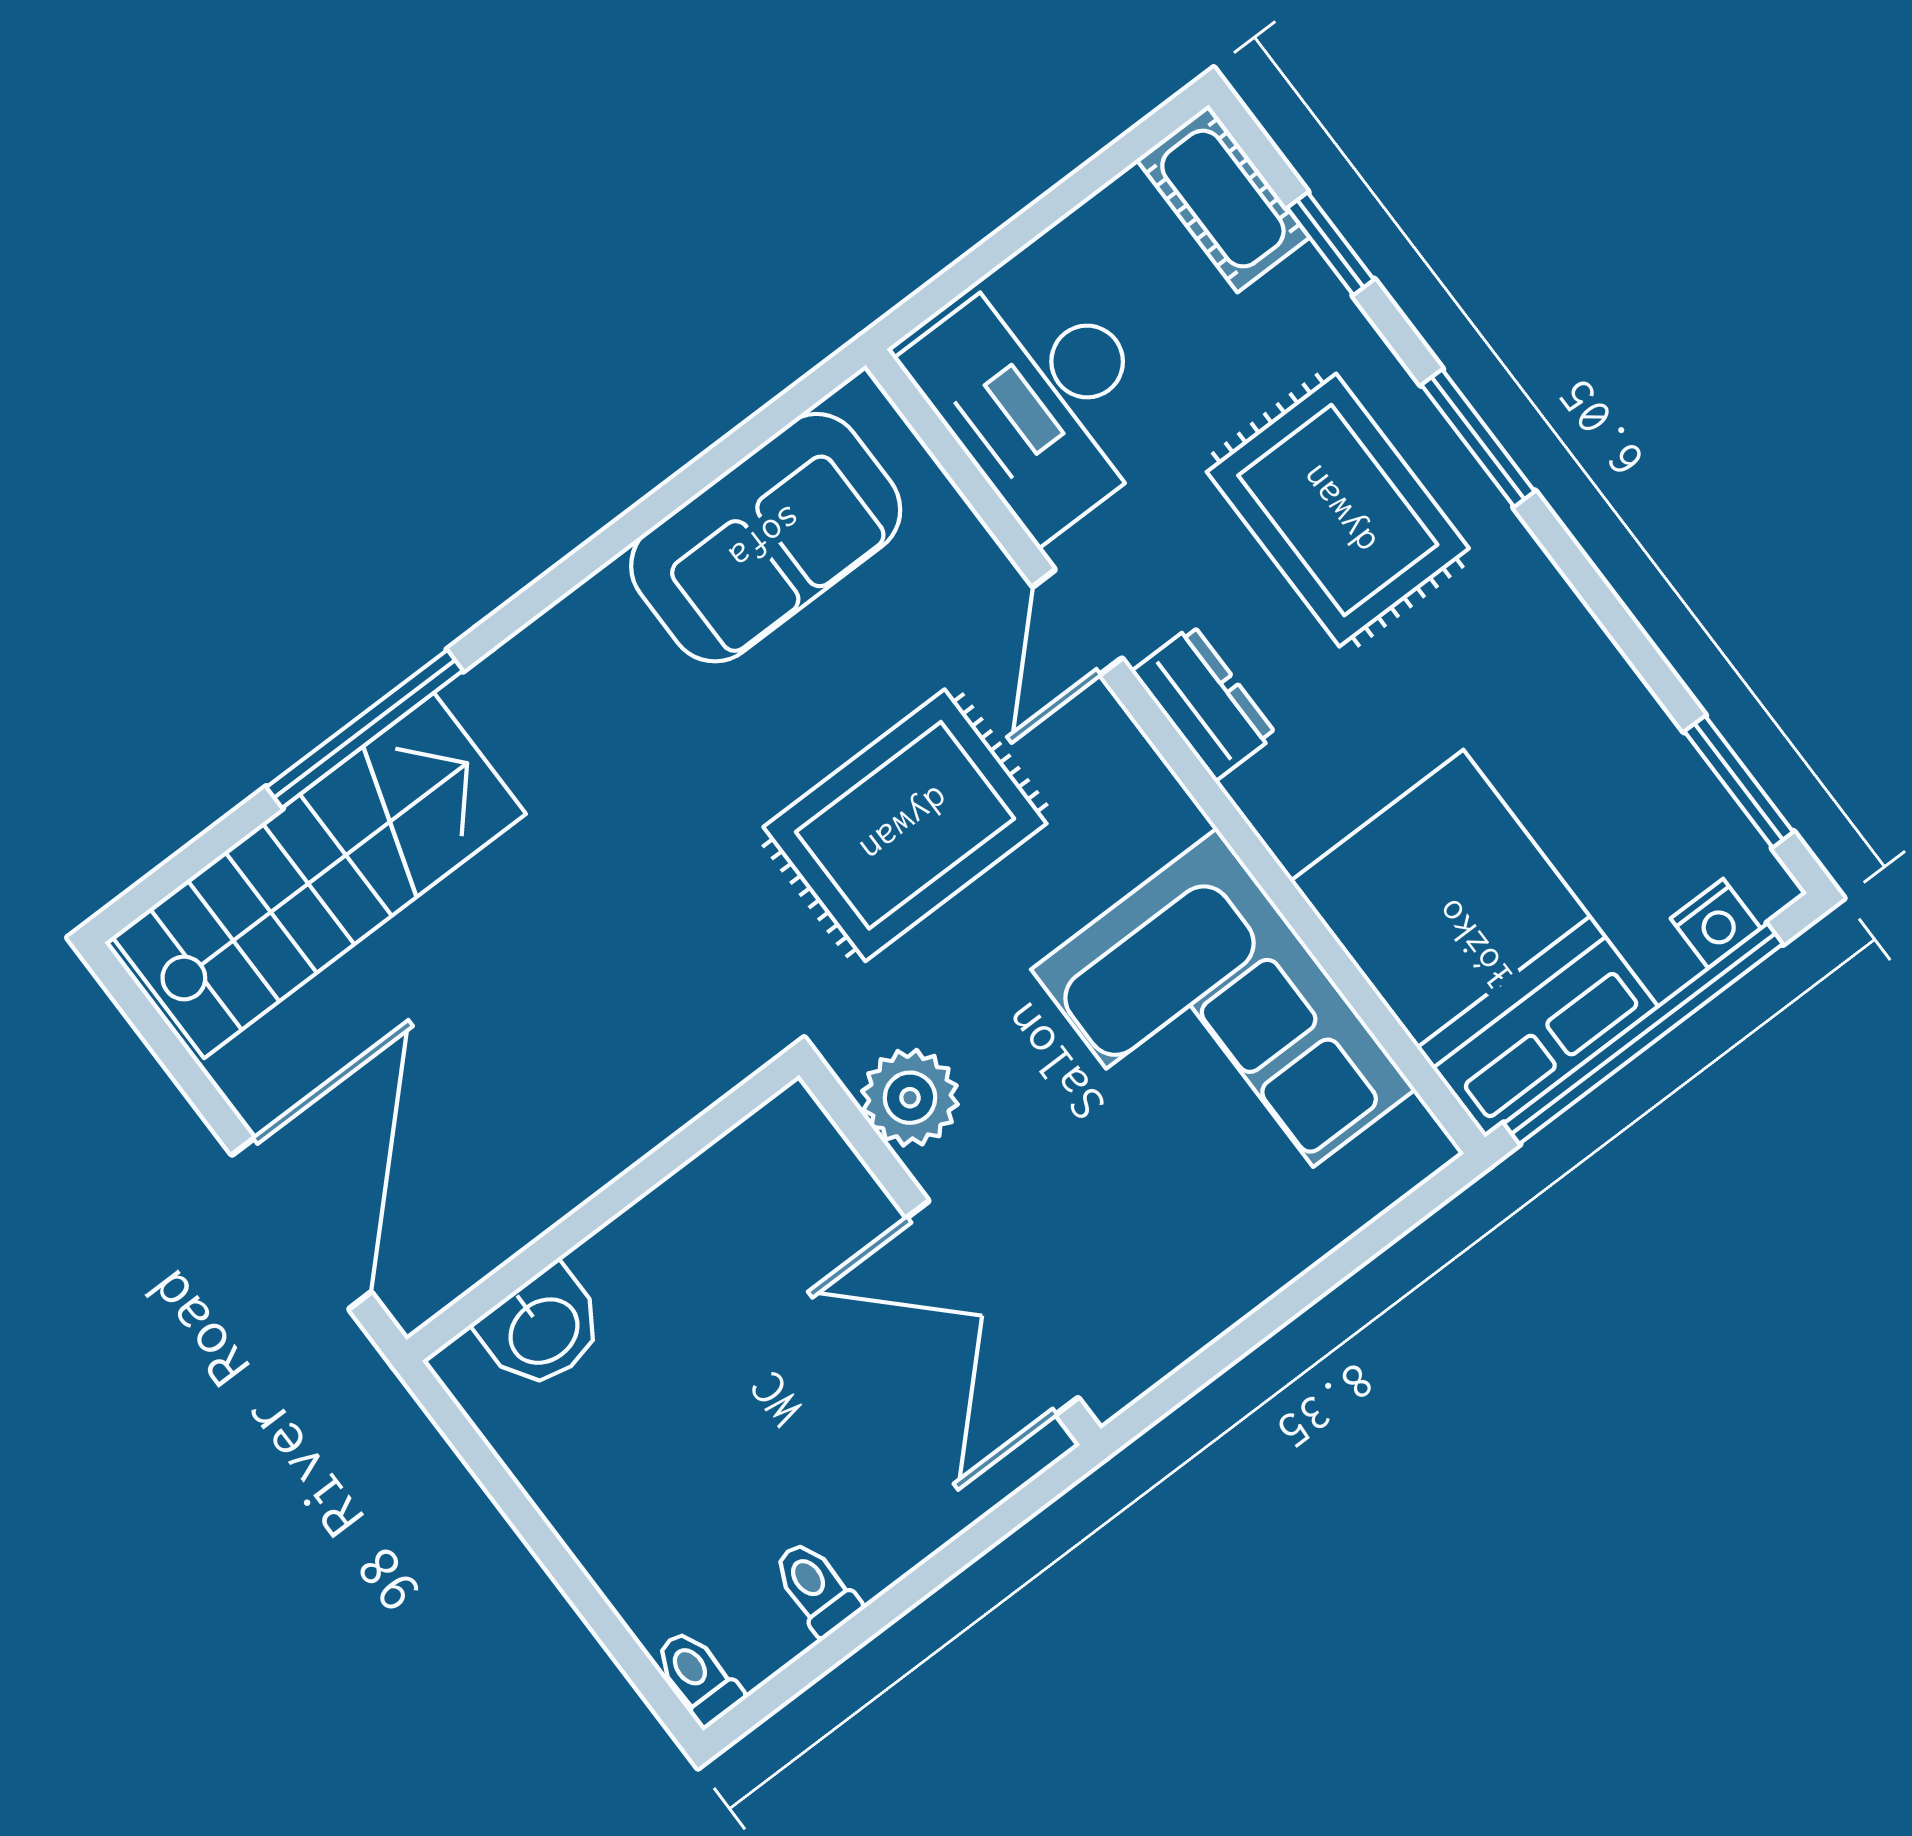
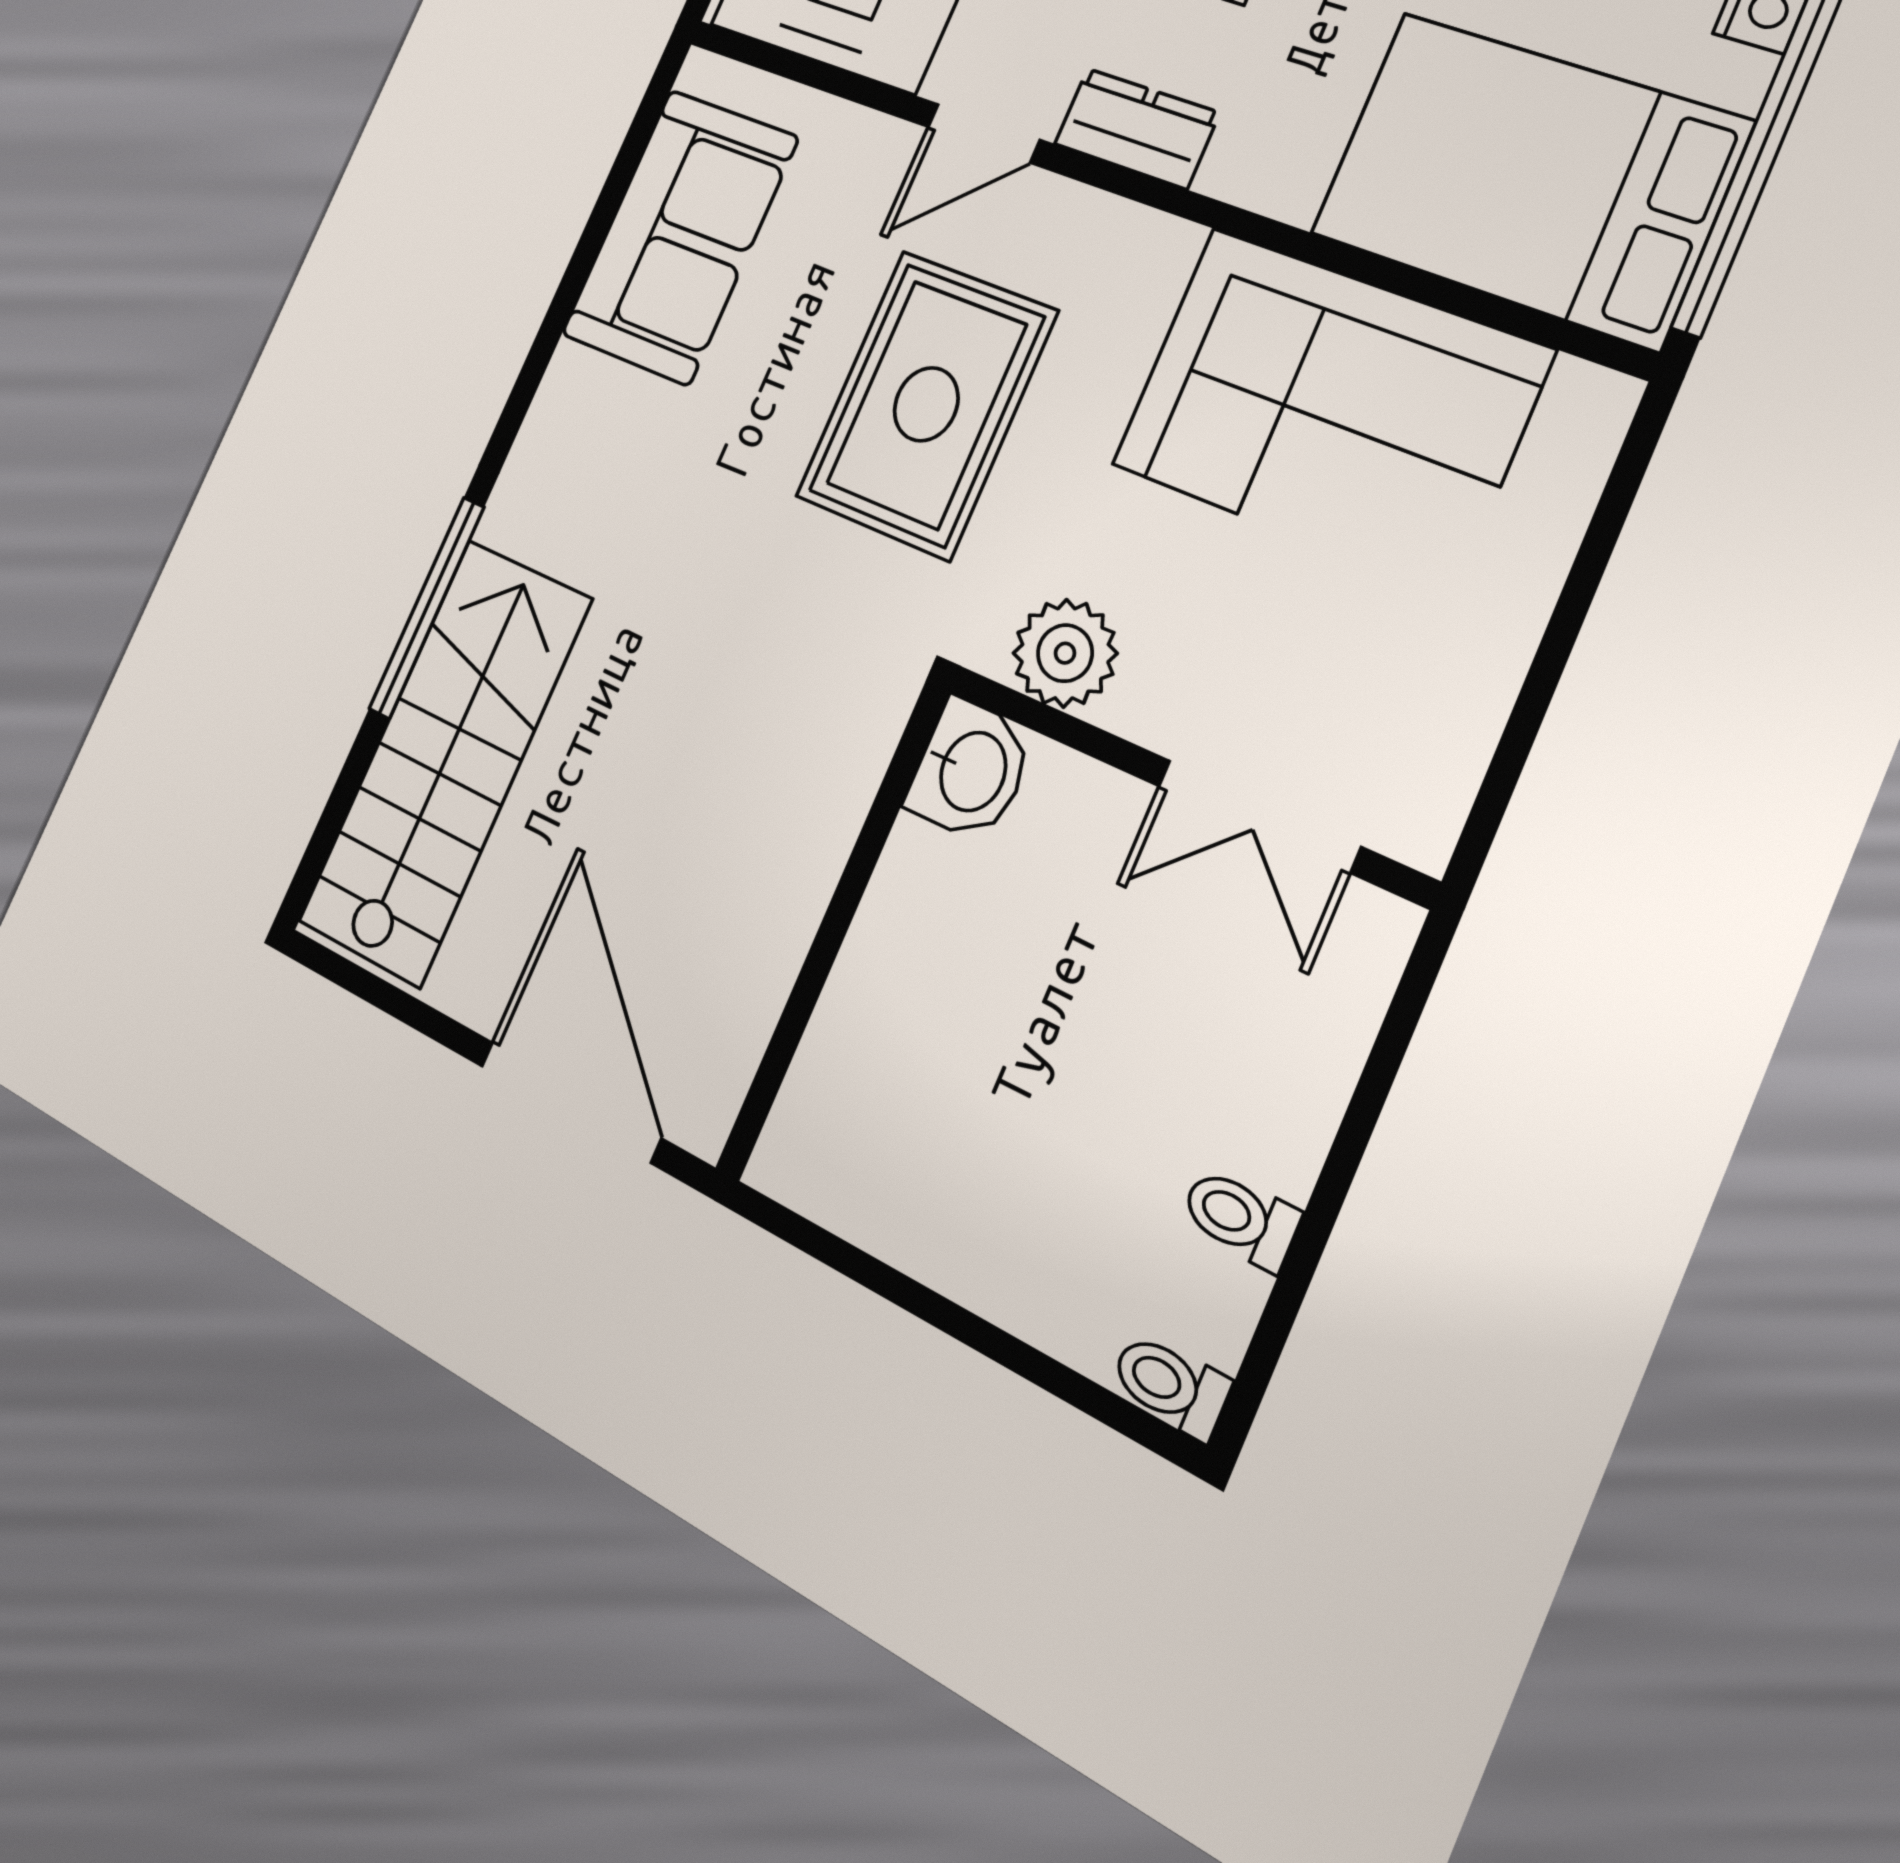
door: (1077, 622) -> (984, 133), hinge flipped
double door: (992, 1308) -> (1258, 816), width x0.73
washbasin: (542, 1329) -> (970, 770), moved

